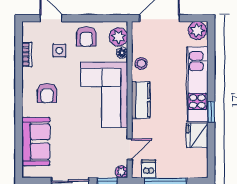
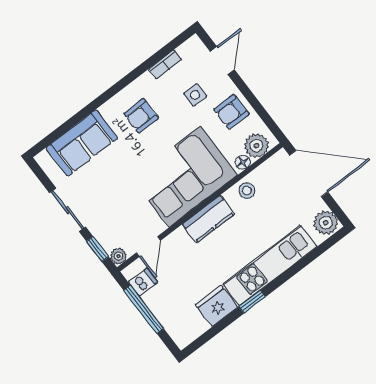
door: (130, 149) -> (148, 247), hinge flipped

